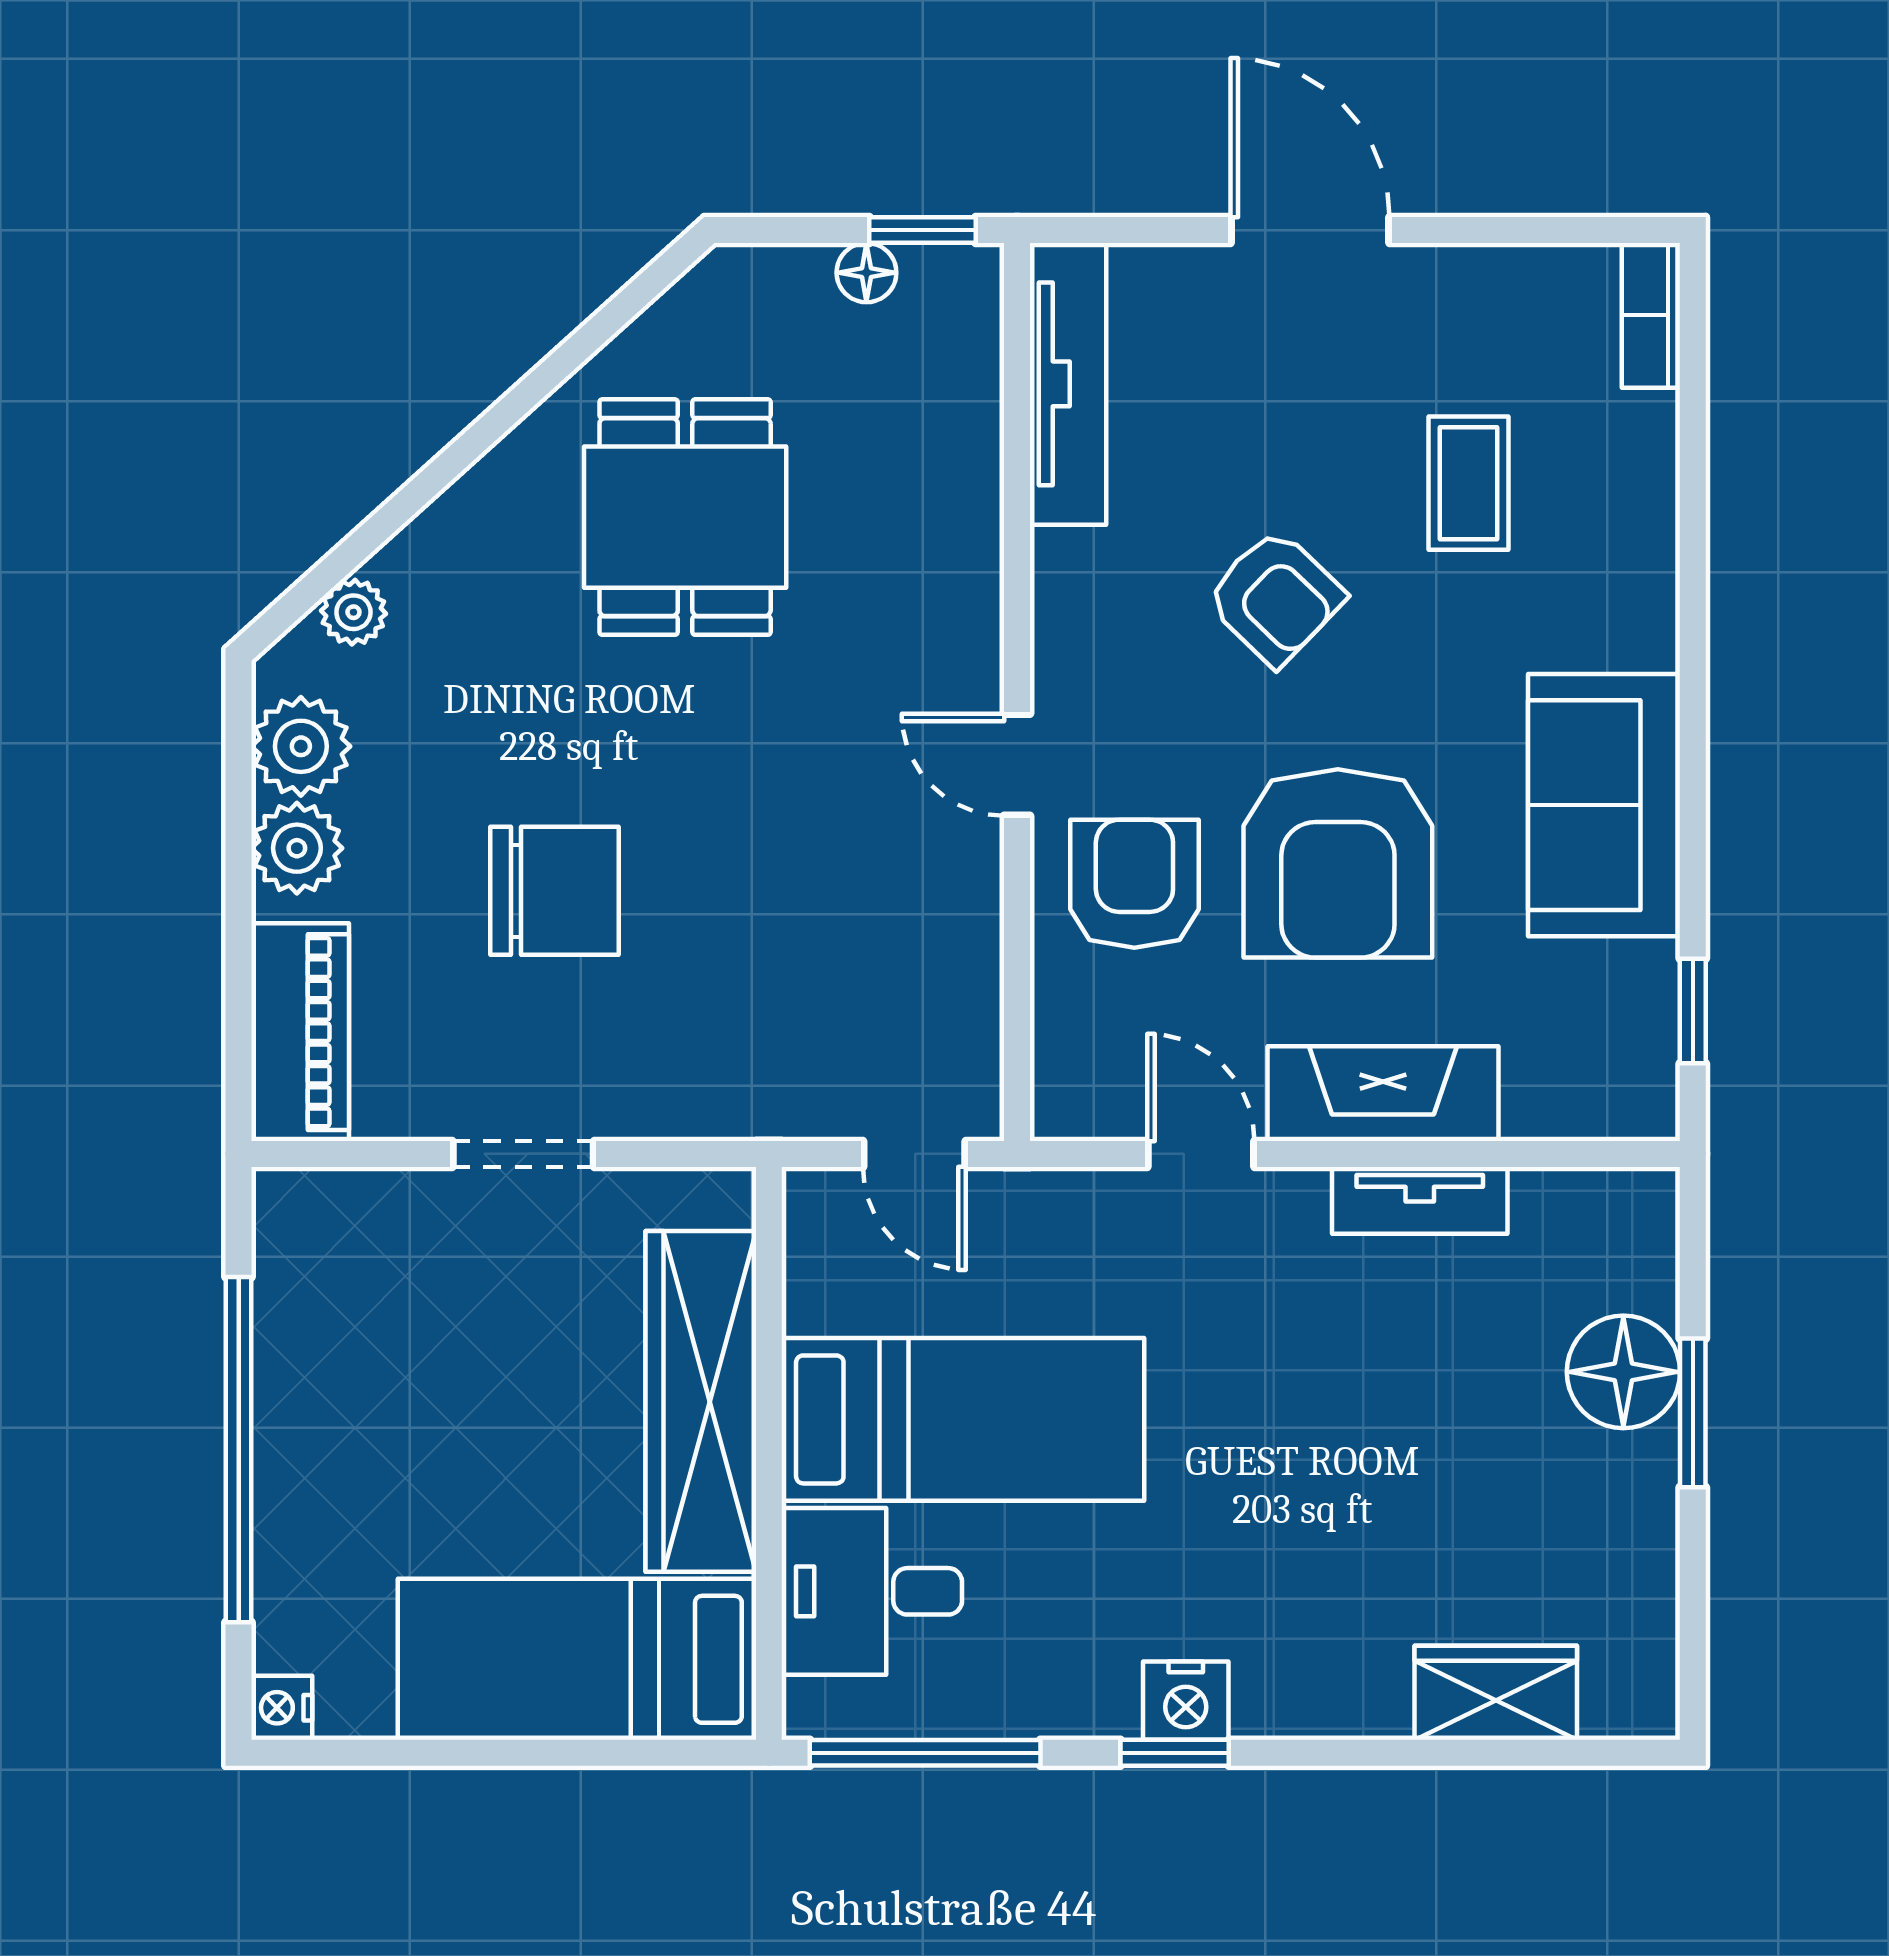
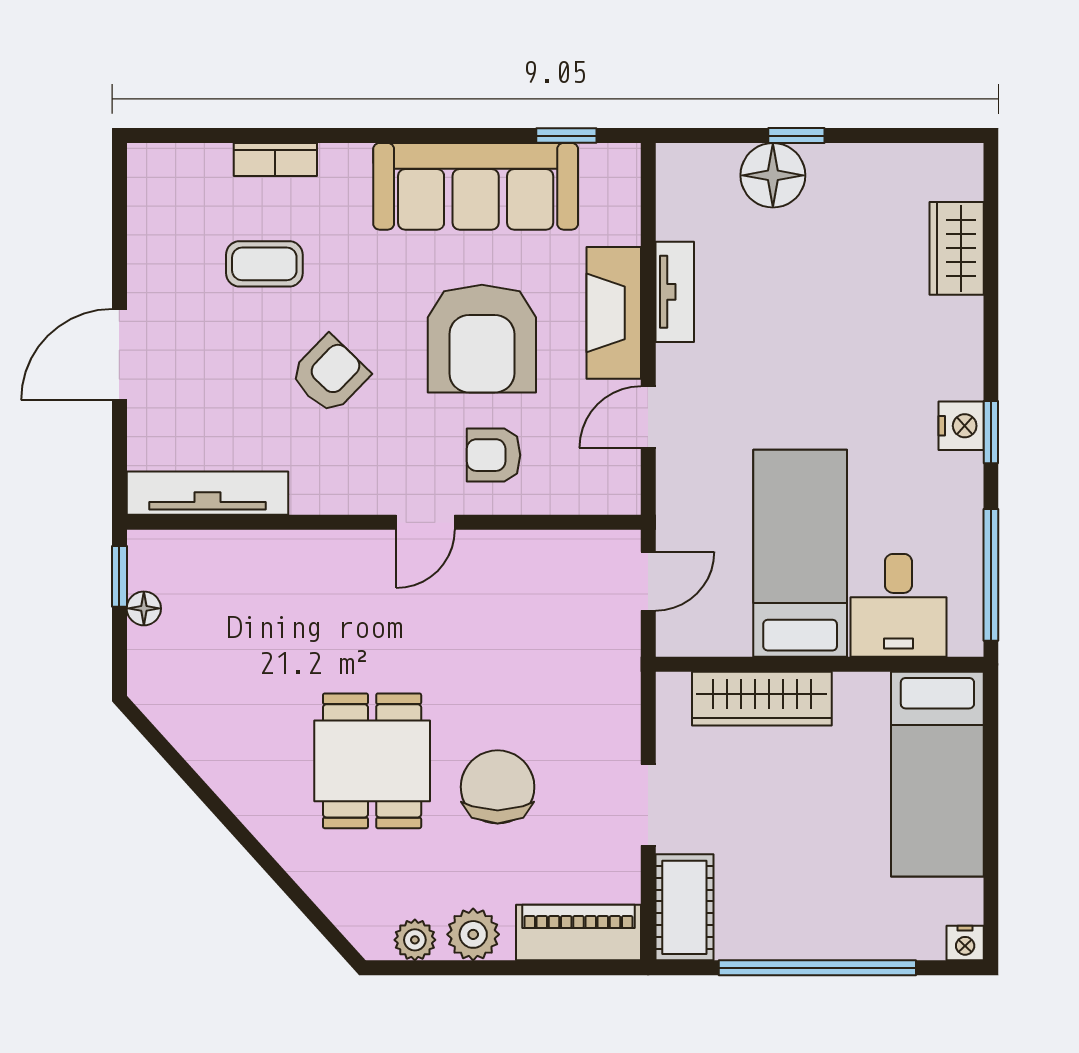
bookcase: (1651, 315) -> (275, 160), moved
dining table: (685, 517) -> (372, 761), moved, turned 90
plant: (353, 612) -> (338, 902), removed
plant: (301, 746) -> (415, 940), width x0.73, depth x0.73
sofa: (1604, 805) -> (476, 186), width x1.36
armchair: (1338, 863) -> (482, 339), turned 90
armchair: (1134, 884) -> (494, 455), width x0.72, depth x0.72
cot: (344, 1217) -> (684, 907), added
wardrobe: (701, 1401) -> (762, 699), width x0.71, depth x0.85
window: (1693, 1413) -> (796, 136), width x0.67

